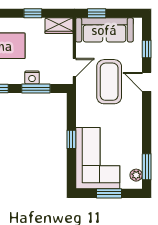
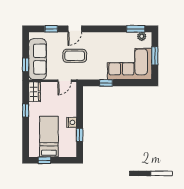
door: (74, 68) -> (65, 81), swing flipped
nightstand: (32, 77) -> (72, 122), moved
coffee table: (109, 82) -> (75, 56), width x0.73, depth x0.76
window: (36, 89) -> (80, 108), removed
window: (71, 139) -> (106, 83), moved

